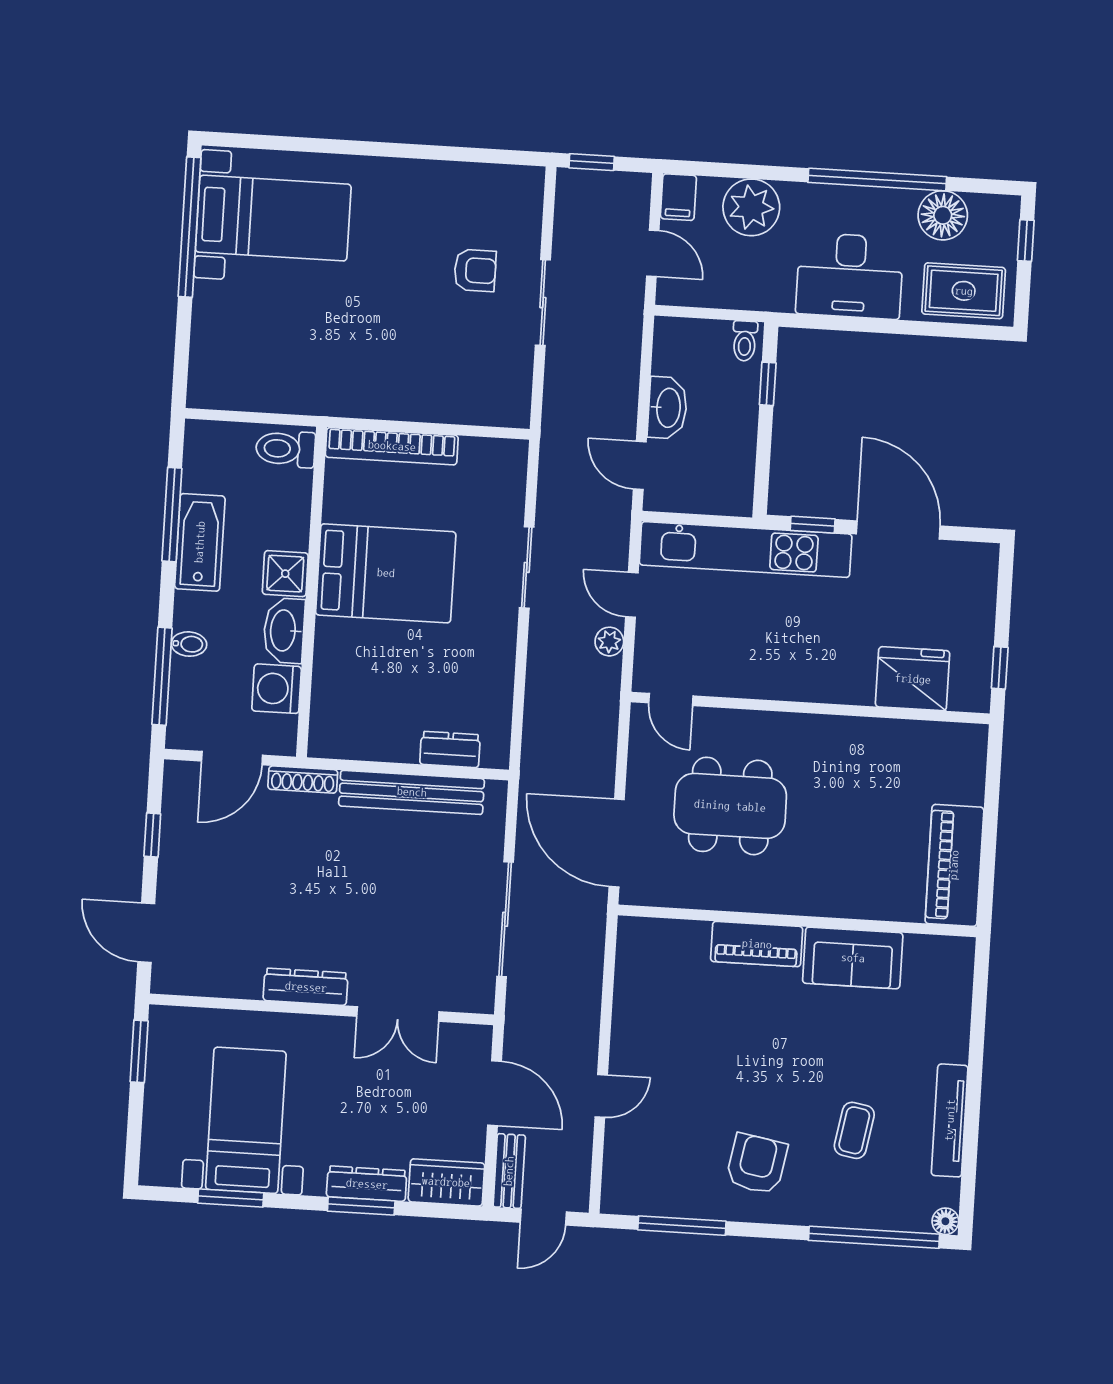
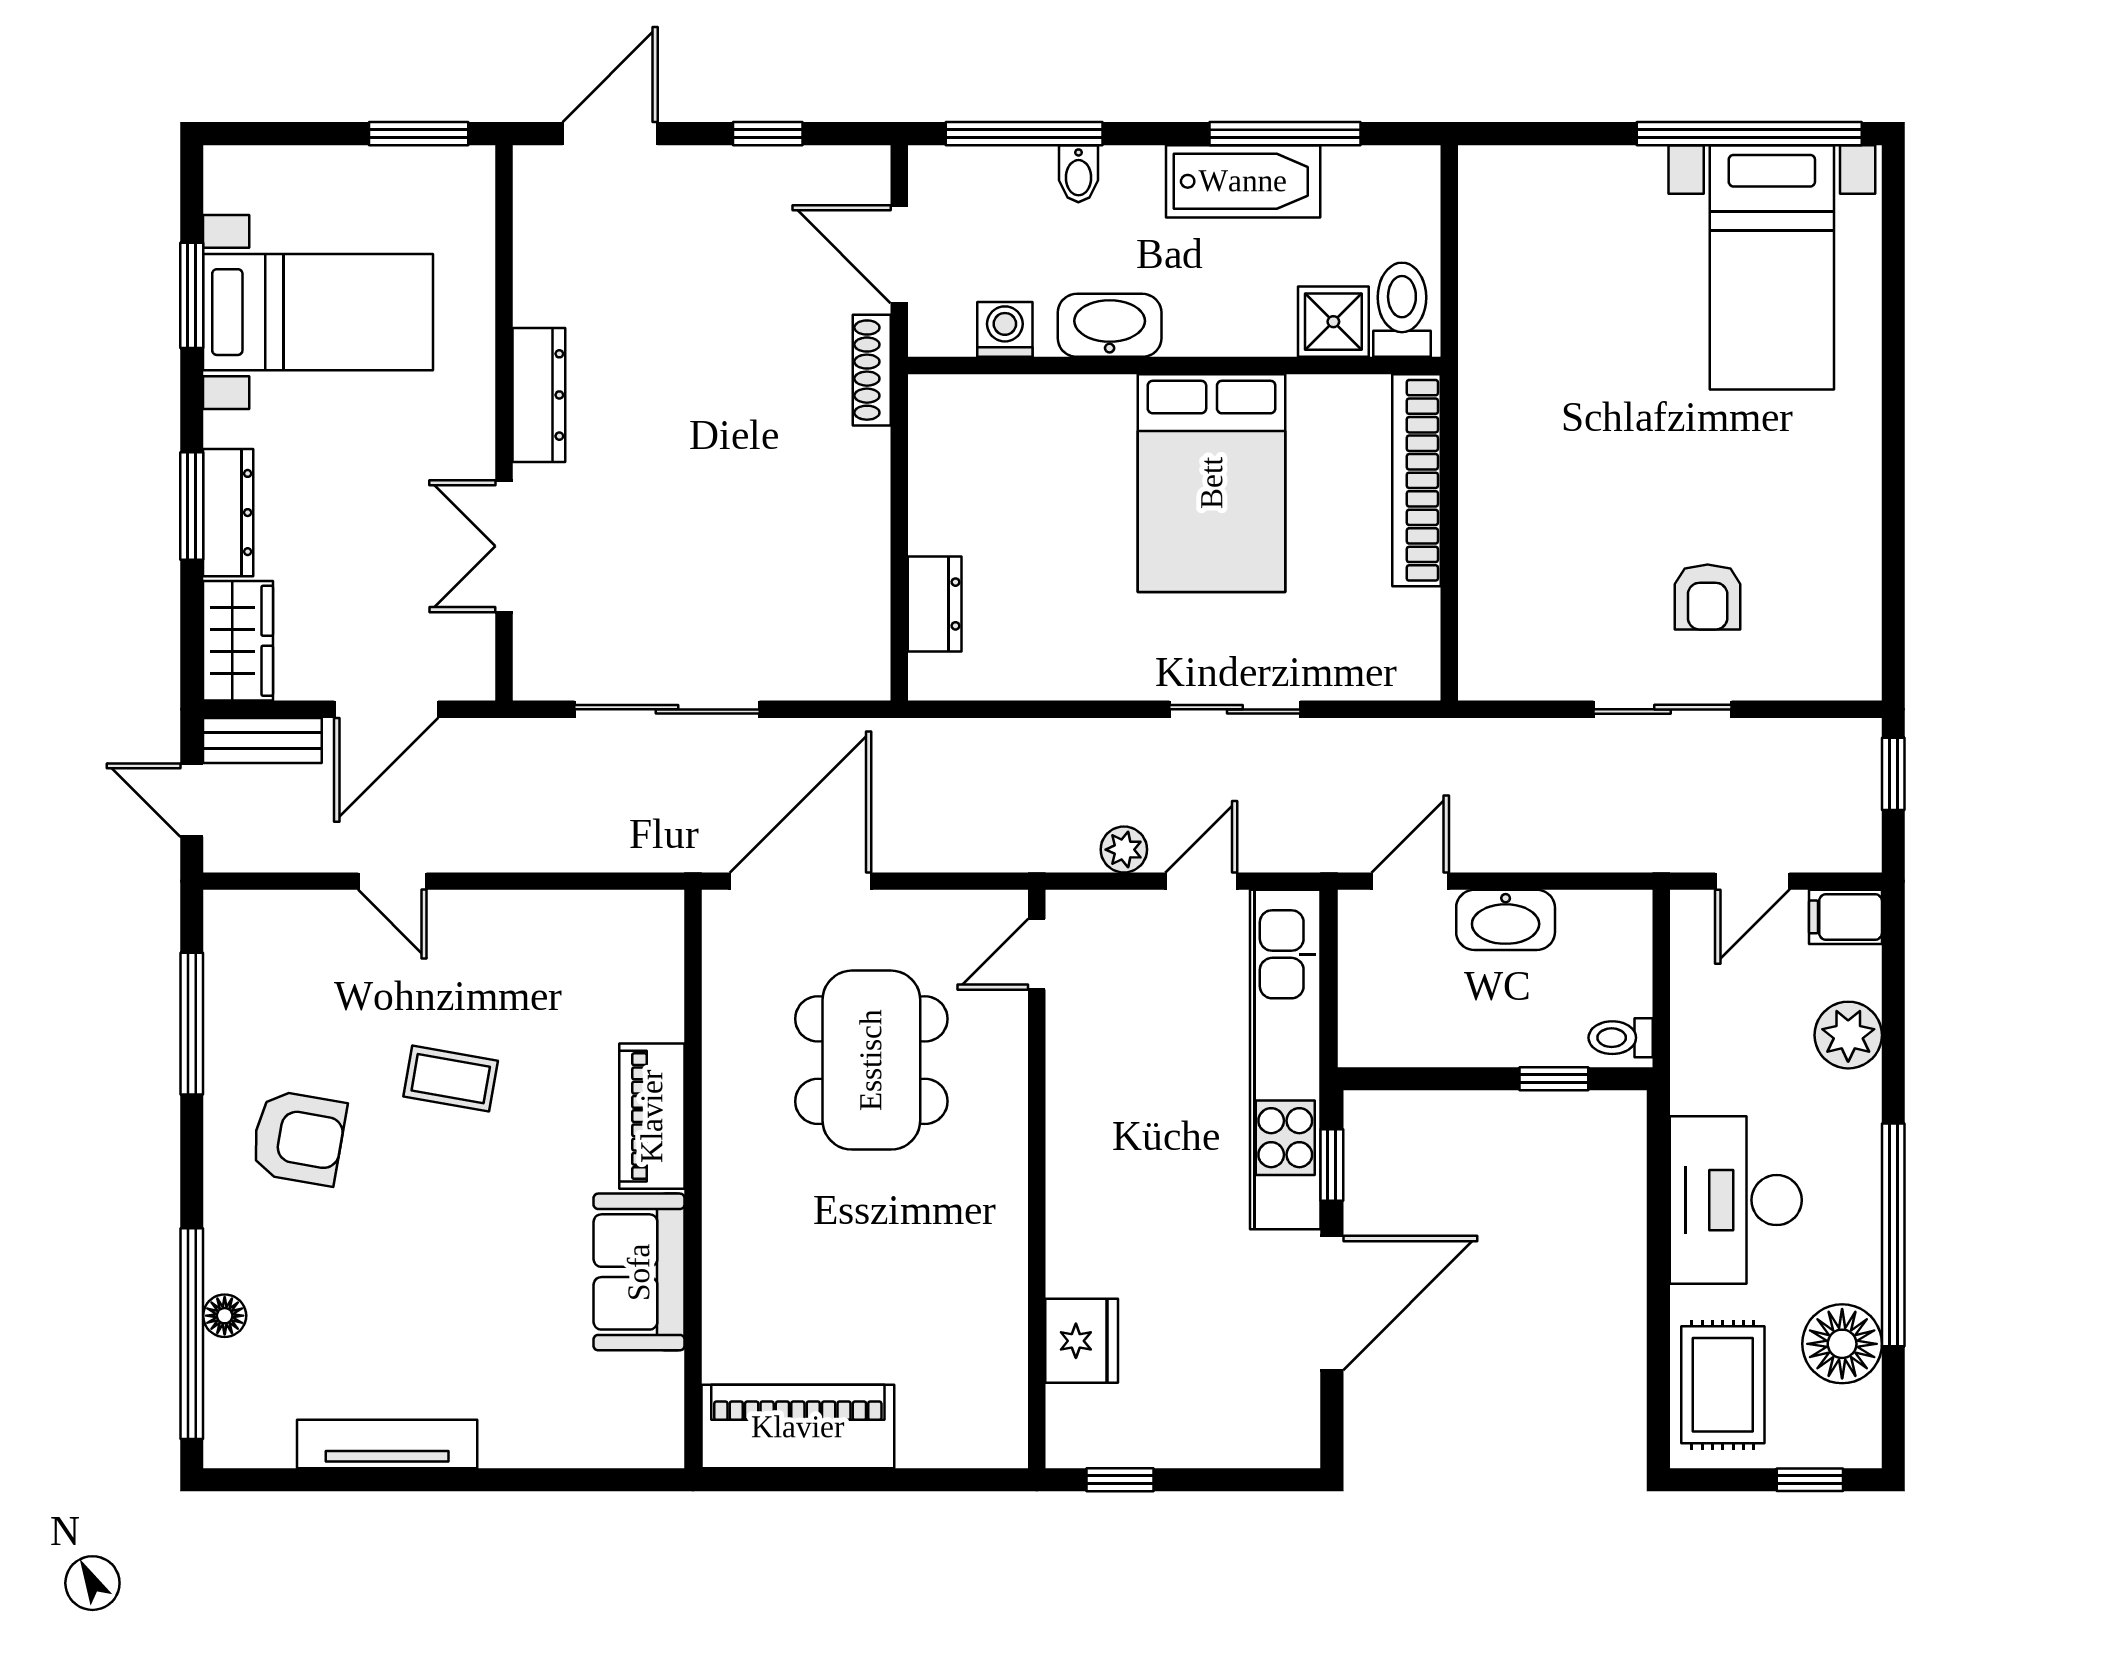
plant: (751, 207) -> (1848, 1035), width x0.73, depth x0.73
shower: (285, 574) -> (1333, 322), moved
fridge: (913, 679) -> (1082, 1341), width x0.73, depth x0.75
washing machine: (277, 689) -> (1005, 329), width x0.73, depth x0.73
bench: (412, 792) -> (862, 546), removed
coffee table: (854, 1130) -> (451, 1079), moved
floor lamp: (945, 1221) -> (225, 1316), moved

